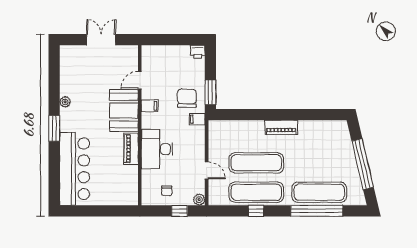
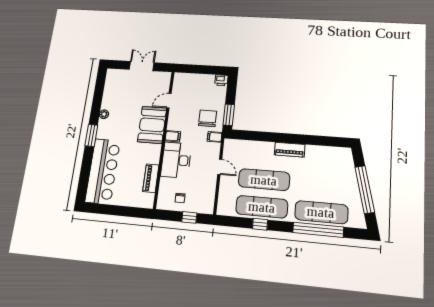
filing cabinet: (150, 106) -> (173, 136), moved
piano: (131, 149) -> (151, 178), moved
door: (207, 170) -> (220, 167), moved
plant: (199, 200) -> (208, 209), removed

